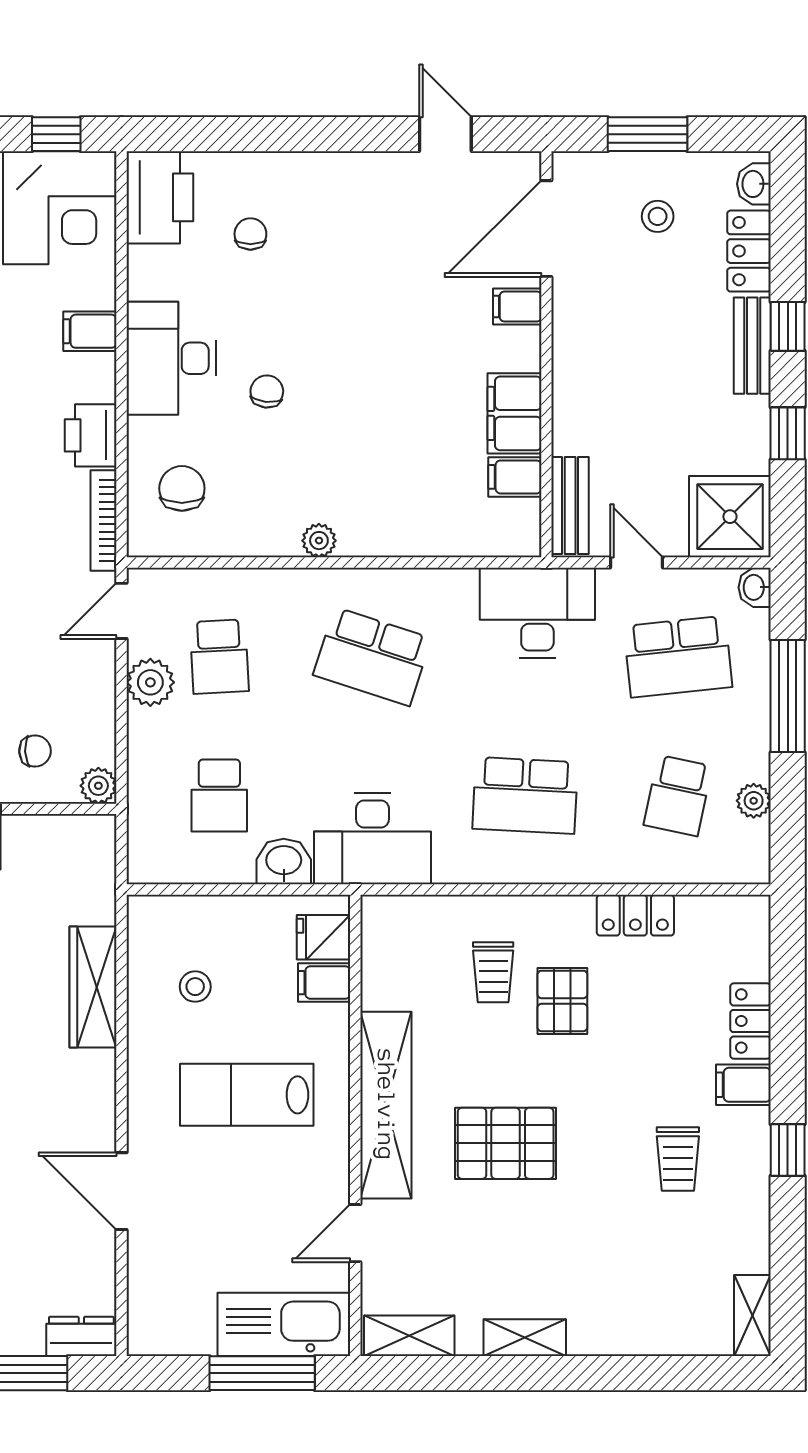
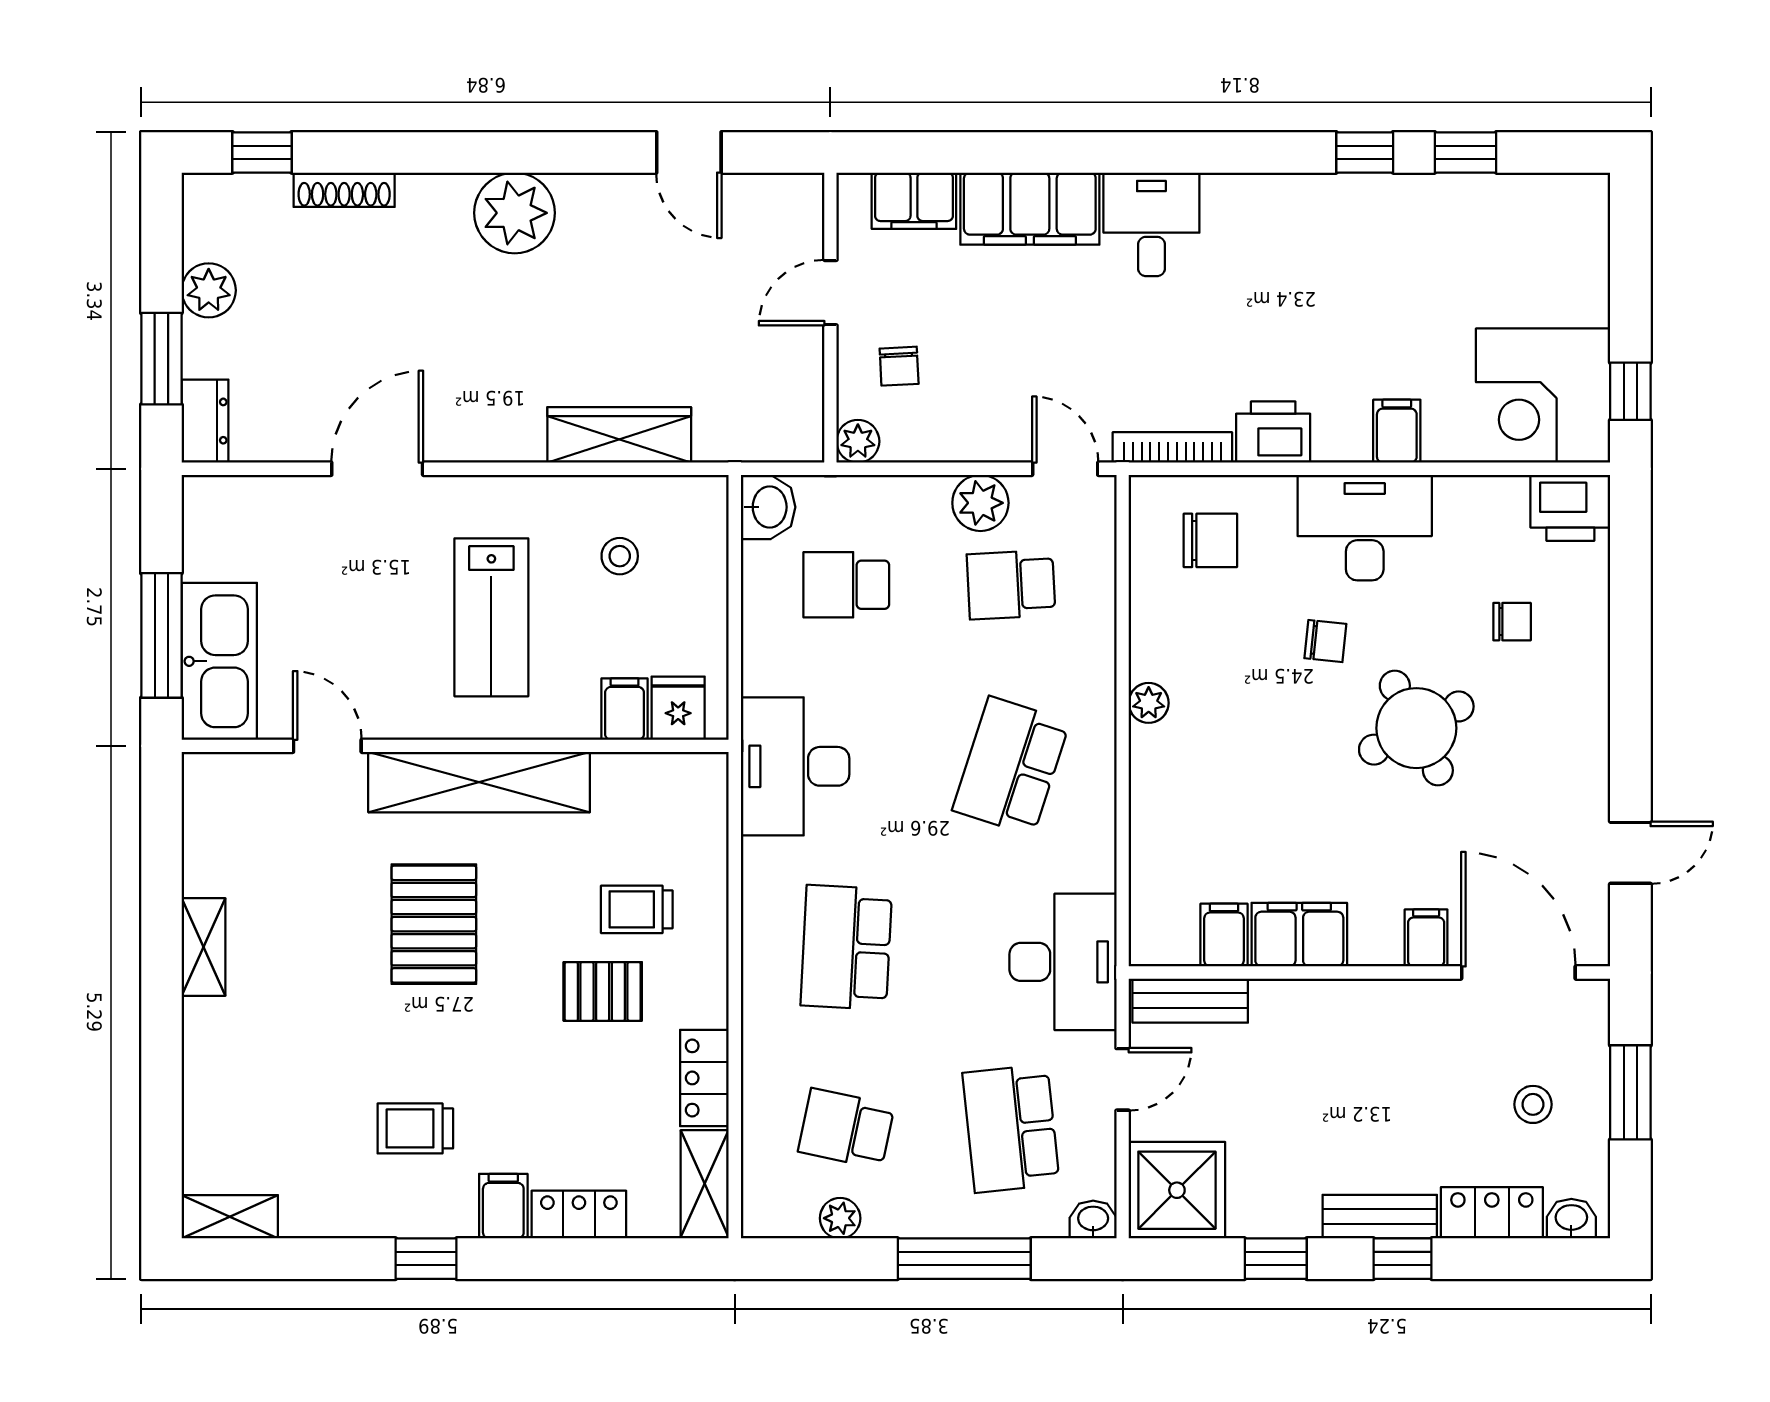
printer: (160, 197) -> (1570, 508), width x0.73, depth x0.84
round table: (340, 315) -> (1416, 728), added
washbasin: (284, 862) -> (768, 507), moved
lab bench: (247, 1095) -> (491, 617), turned 180
shelving: (409, 1336) -> (705, 1184), moved

